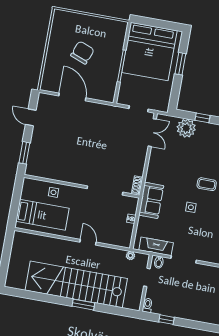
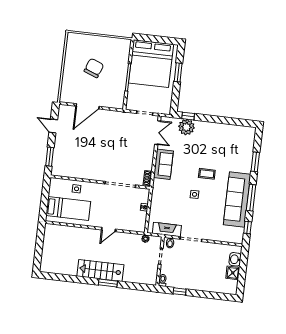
door: (72, 97) -> (88, 106), swing flipped
window: (202, 118) -> (188, 116), moved
sofa: (151, 200) -> (163, 164), moved
door: (88, 242) -> (109, 229), swing flipped
stairs: (76, 284) -> (100, 270), width x0.54, depth x0.66

